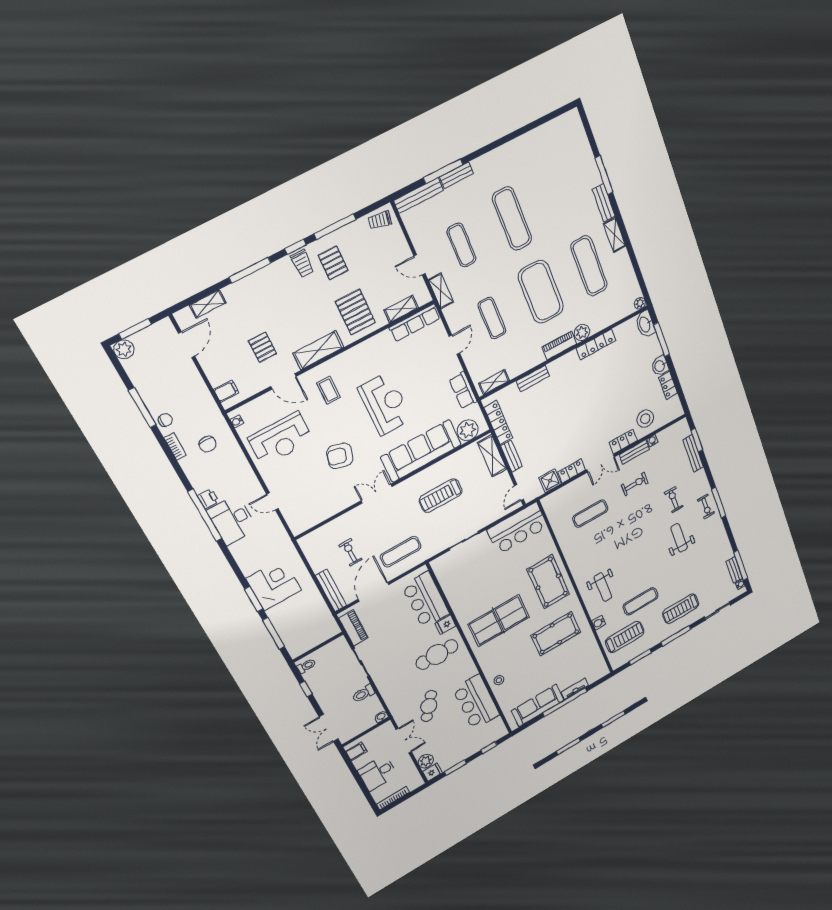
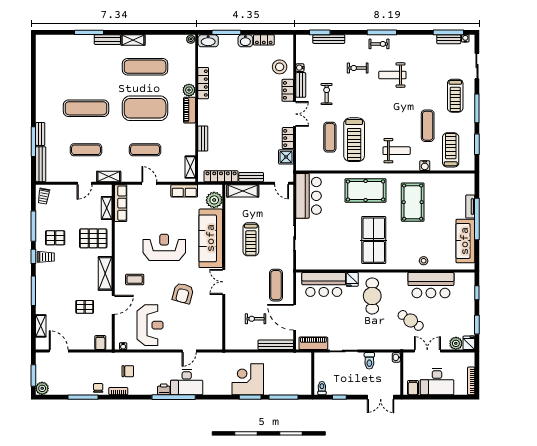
treadmill: (597, 539) -> (354, 140), added
desk: (377, 773) -> (437, 382), width x1.37

